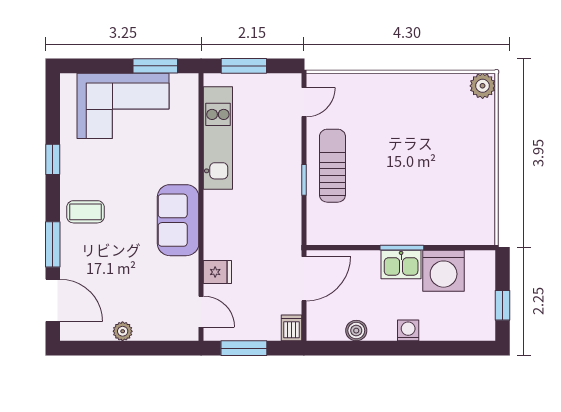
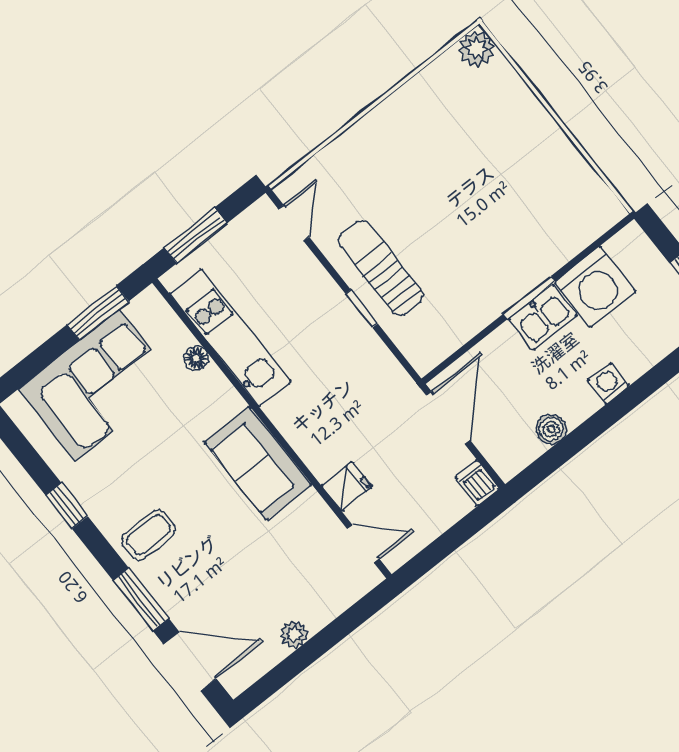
floor lamp: (190, 134) -> (196, 358), added
window: (244, 348) -> (443, 547), removed

